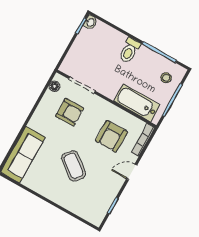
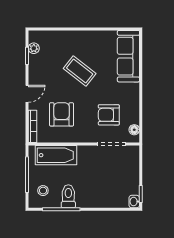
toilet: (130, 51) -> (68, 196), moved
plant: (103, 209) -> (34, 48), added

